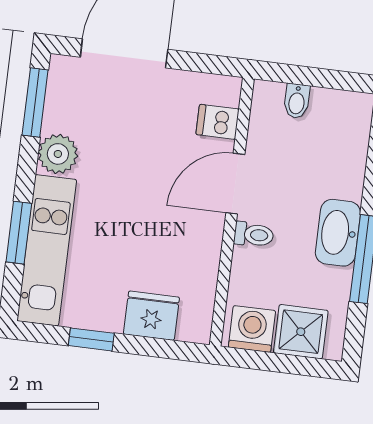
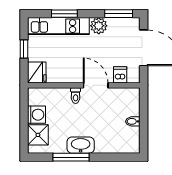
dishwasher: (218, 122) -> (120, 75), moved
door: (235, 184) -> (96, 85), moved
wall: (232, 212) -> (84, 85), moved
toilet: (254, 235) -> (76, 96), moved

